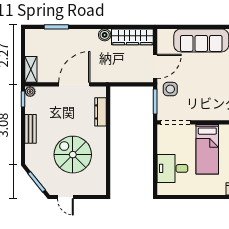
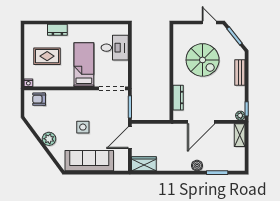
boiler: (105, 35) -> (197, 166), moved
wardrobe: (132, 37) -> (144, 164), width x0.67
side table: (170, 89) -> (83, 127), moved
bench: (31, 129) -> (240, 72), moved

